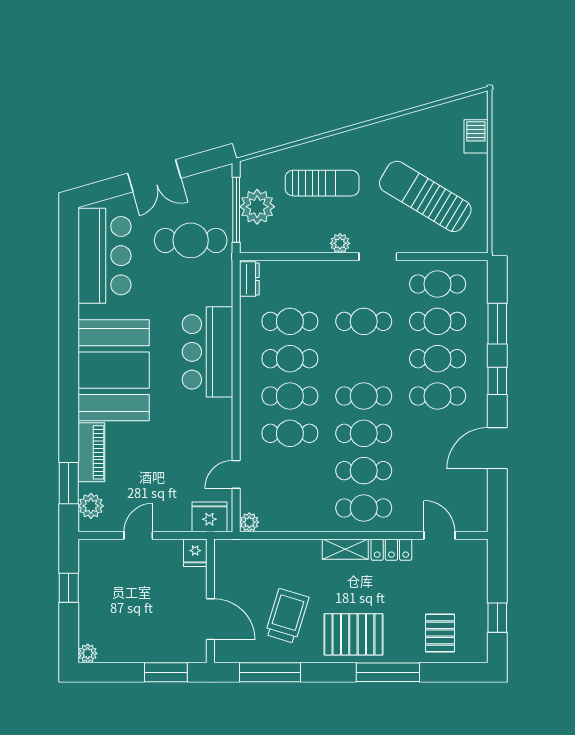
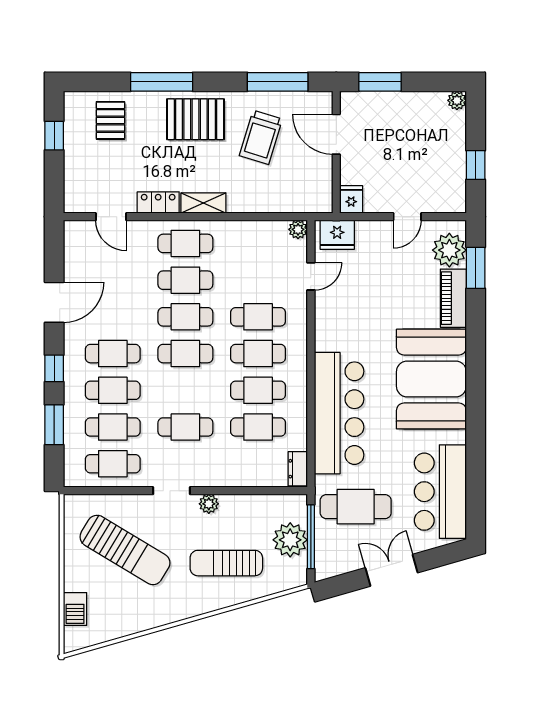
bar counter: (207, 352) -> (339, 413), width x1.36
plant: (91, 506) -> (449, 250), width x1.36, depth x1.36

